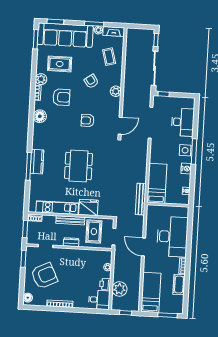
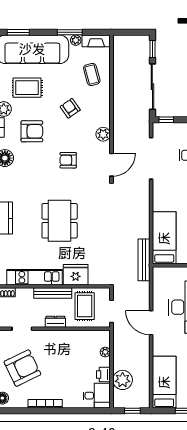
plant: (116, 91) -> (103, 134), moved

